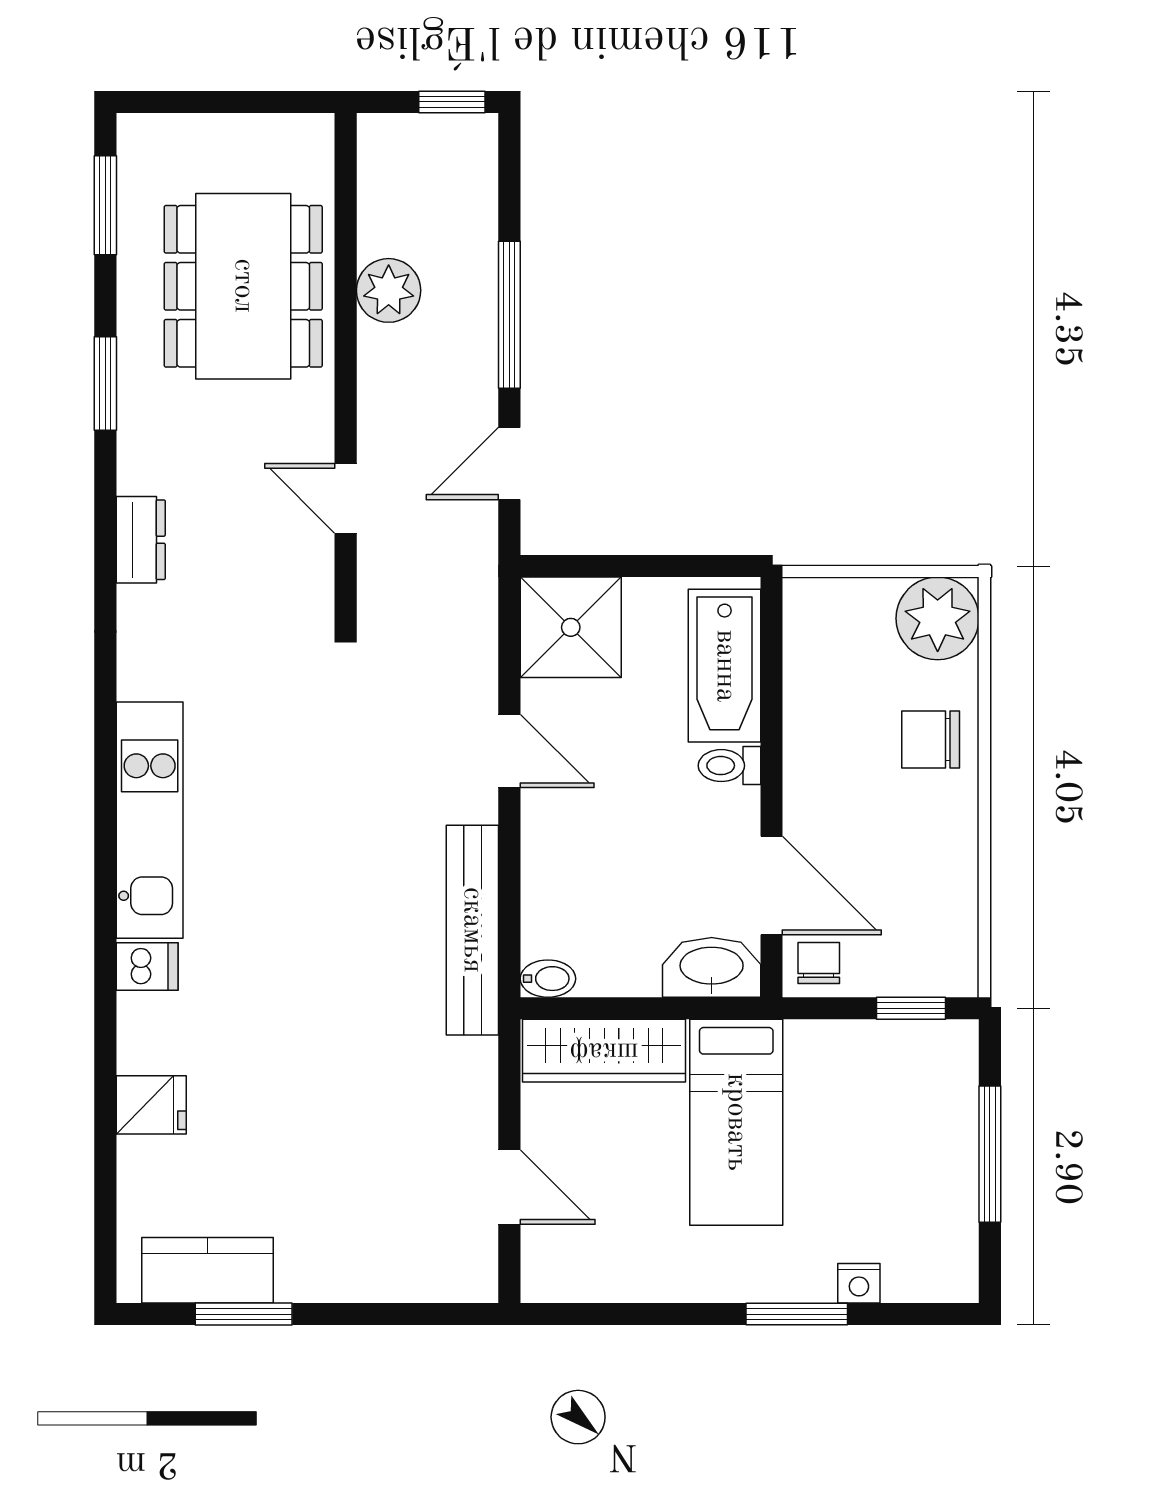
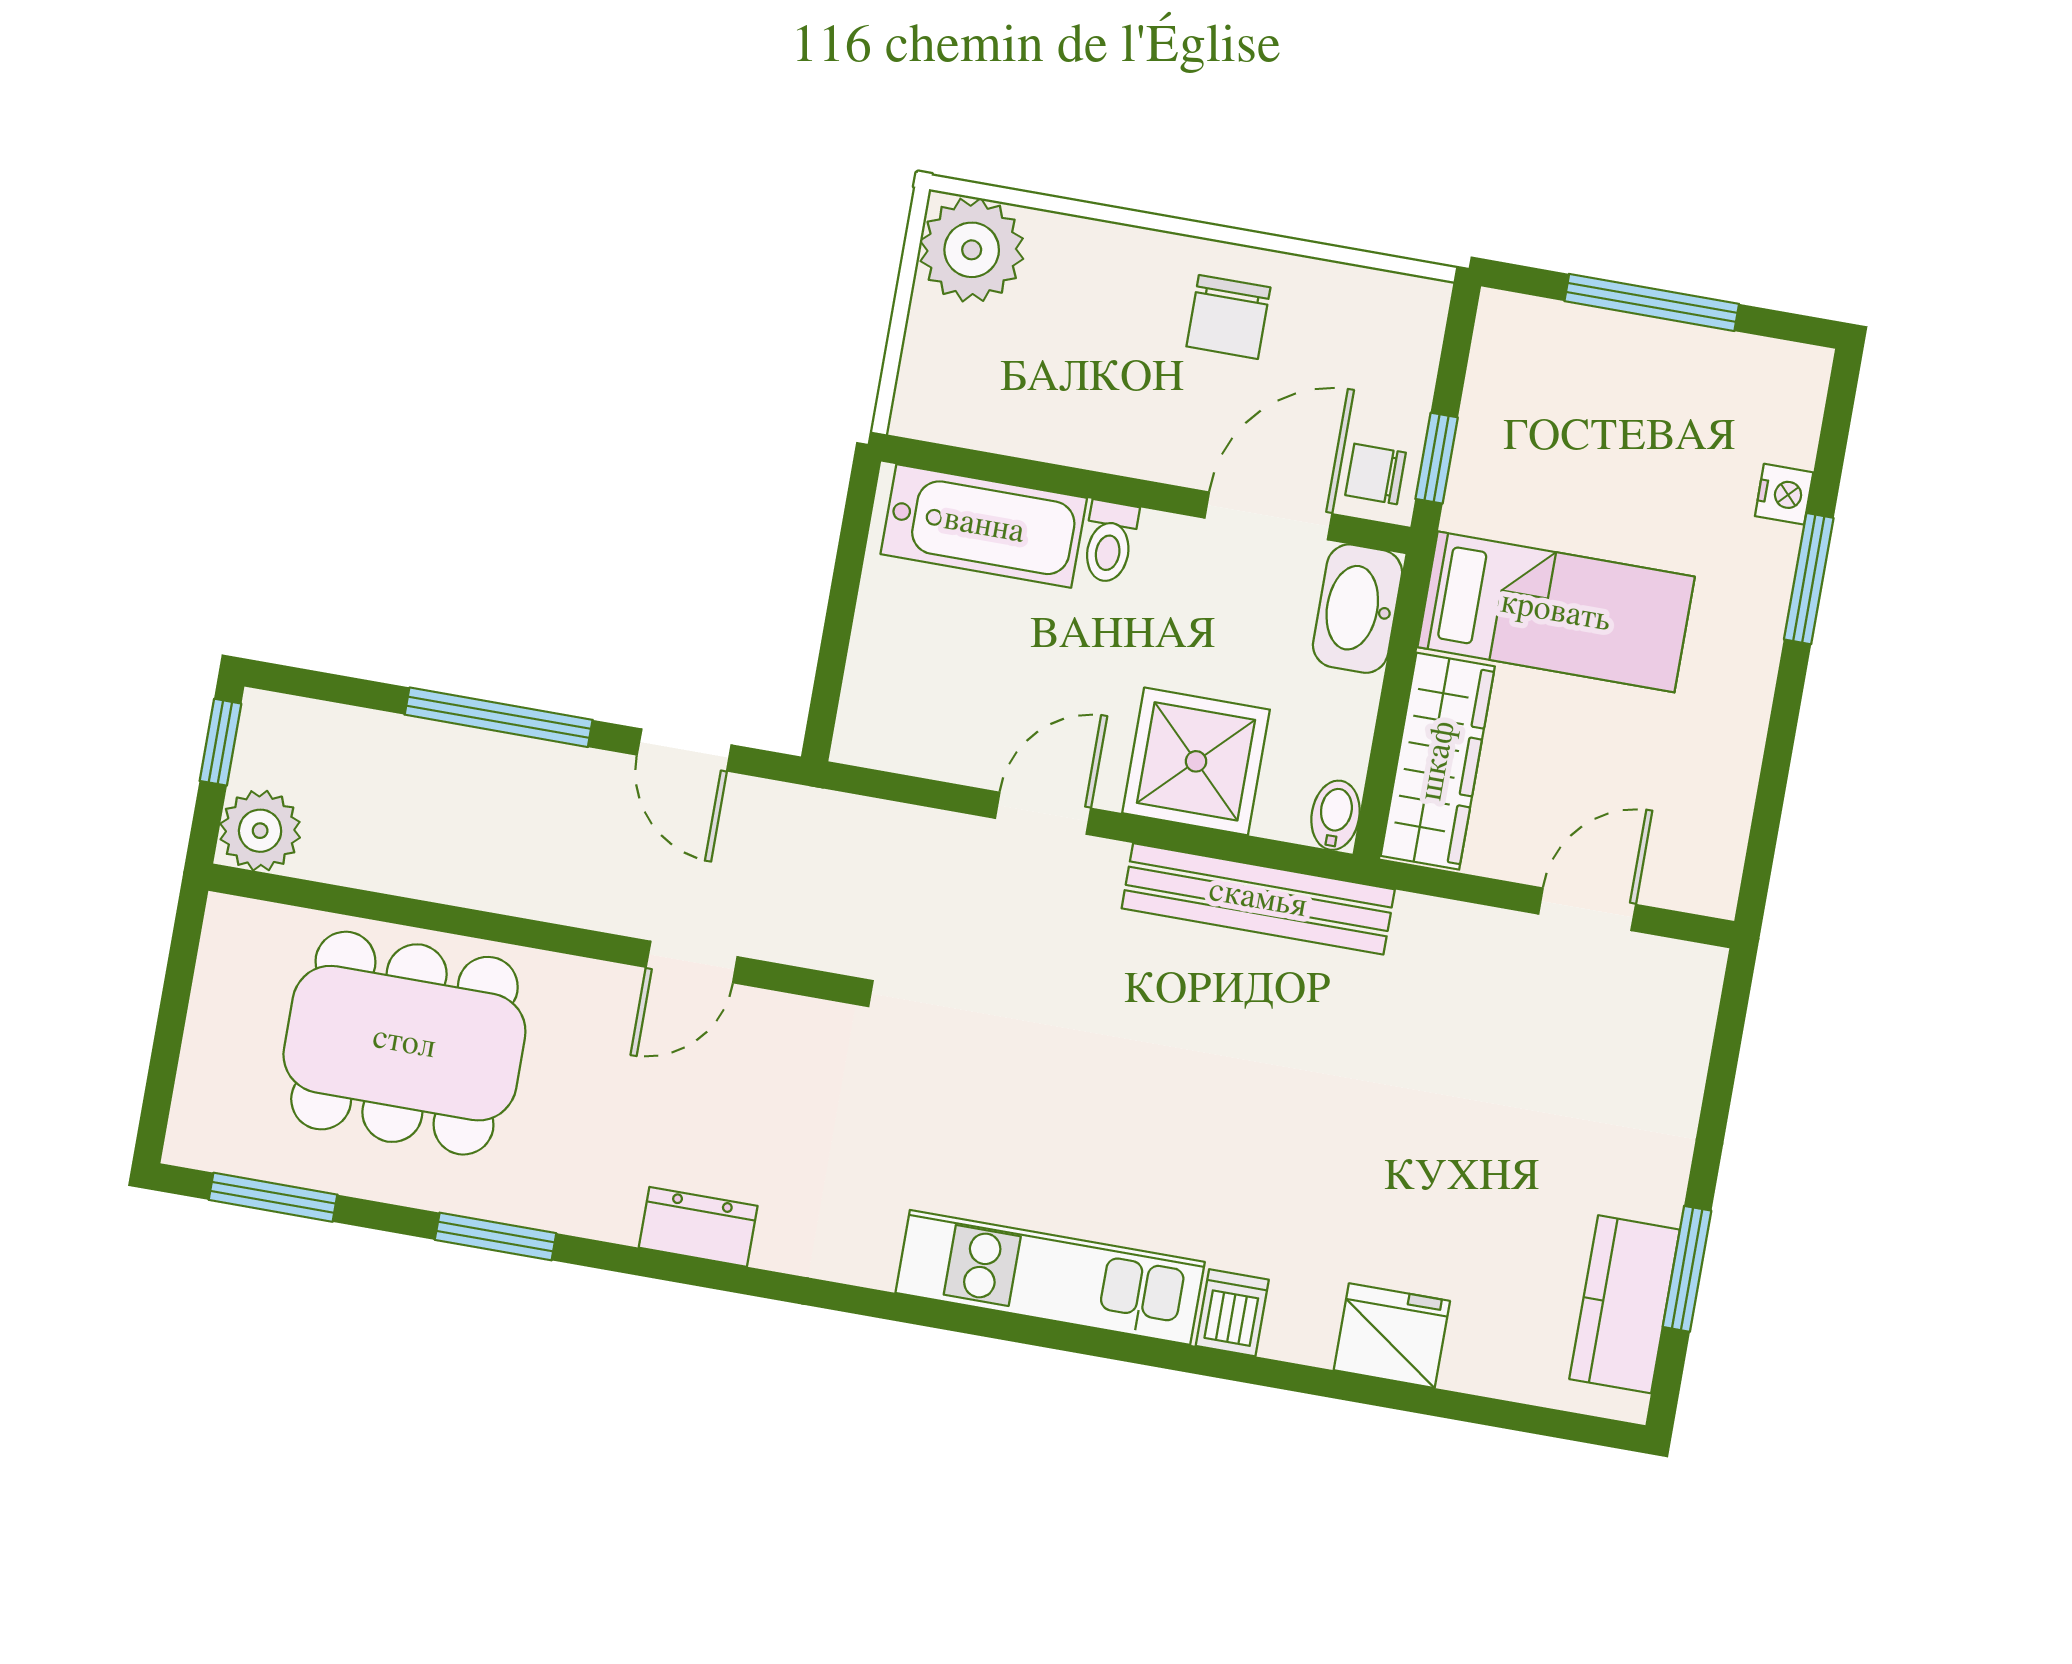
plant: (389, 290) -> (260, 831), moved
shower: (571, 627) -> (1196, 761), moved
chair: (931, 740) -> (1228, 317), moved
window: (911, 1008) -> (1437, 458), moved
fridge: (151, 1105) -> (1392, 1336), width x1.38

